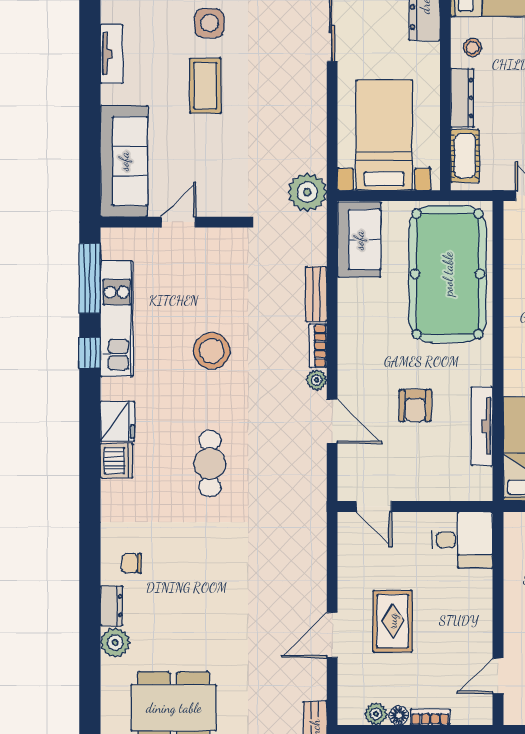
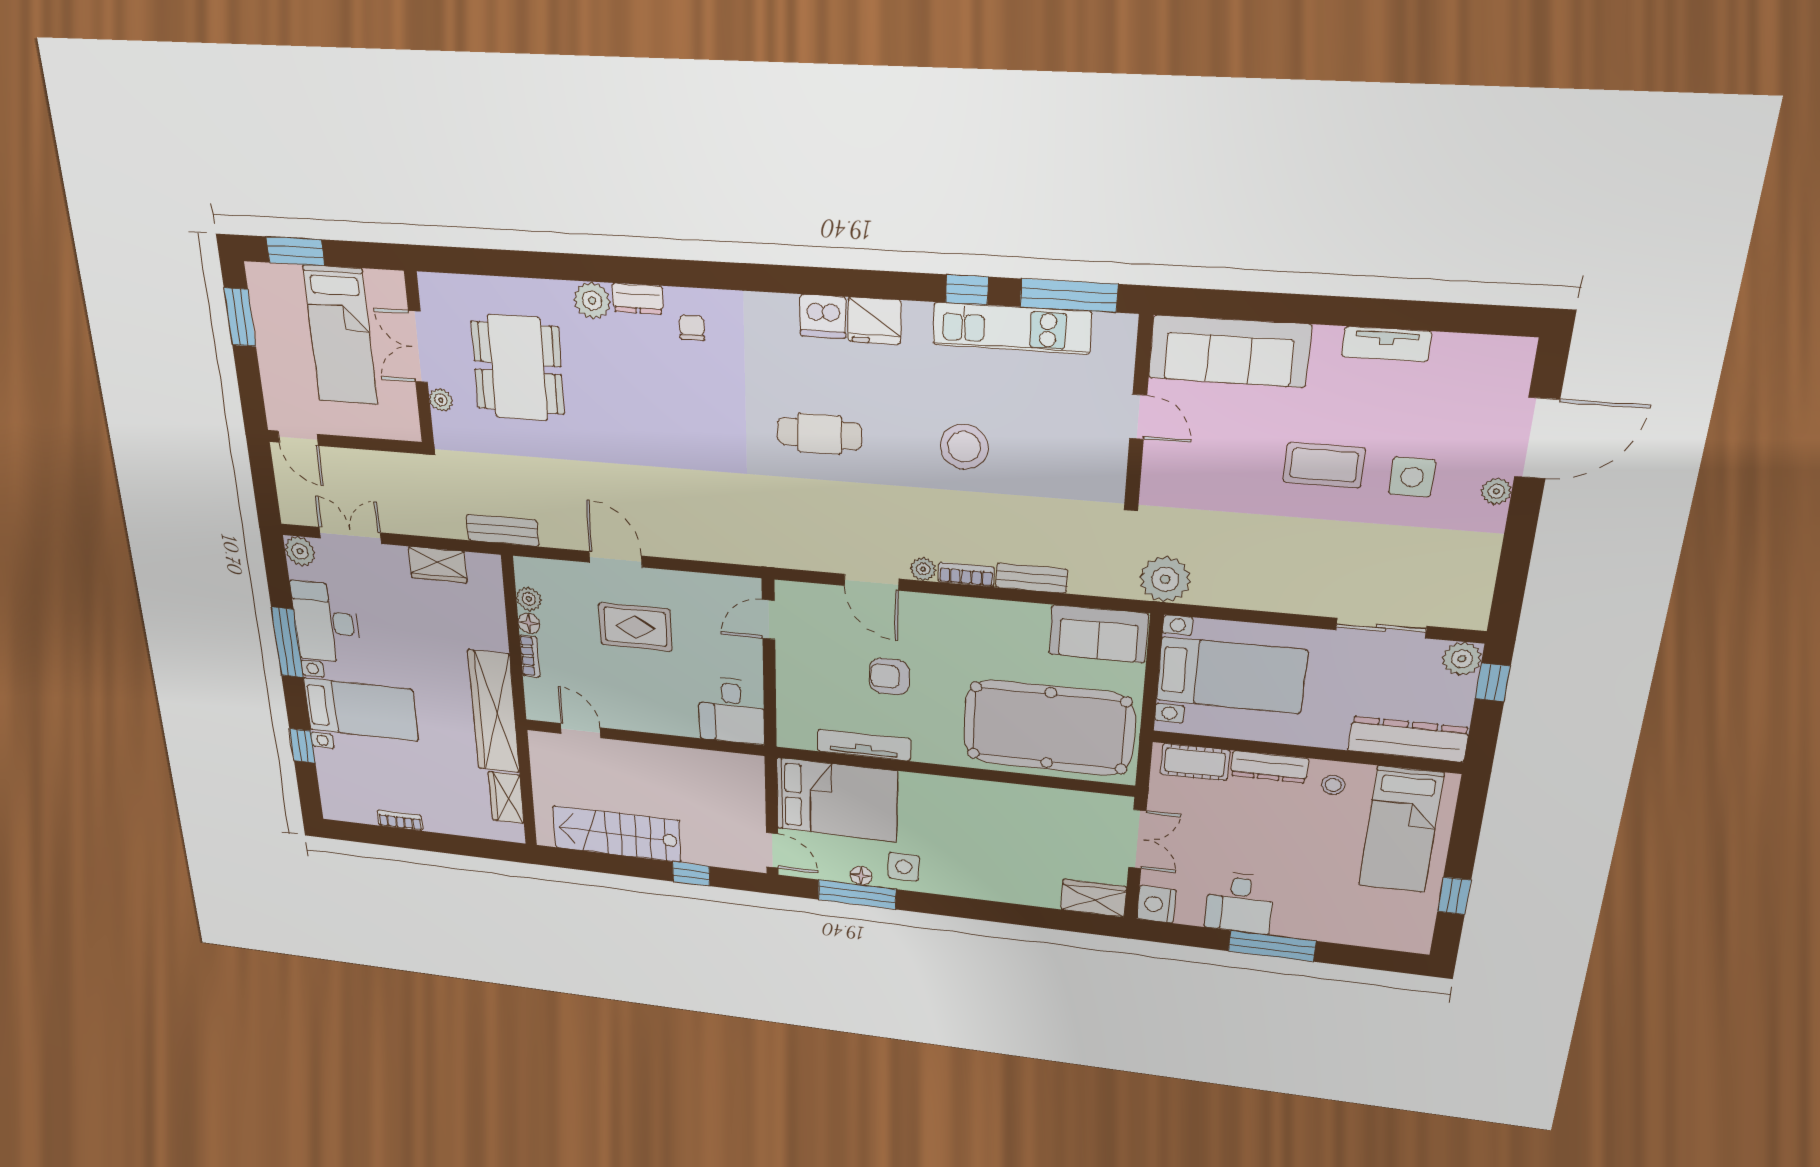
door: (332, 421) -> (871, 582), hinge flipped

